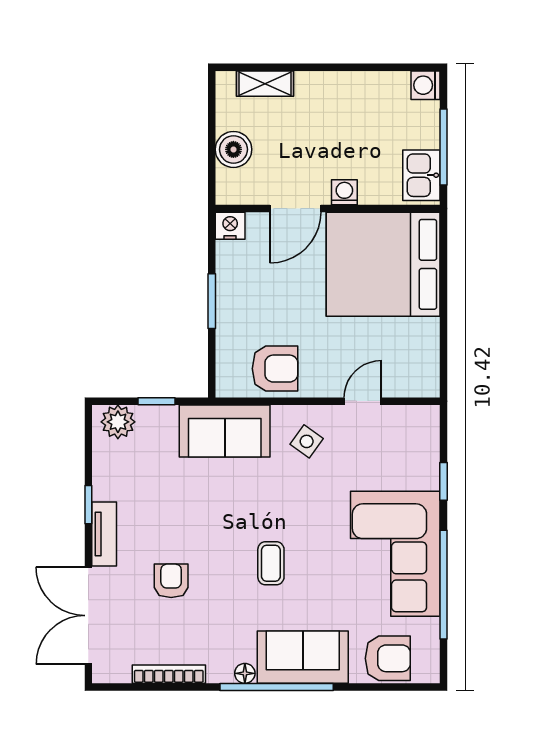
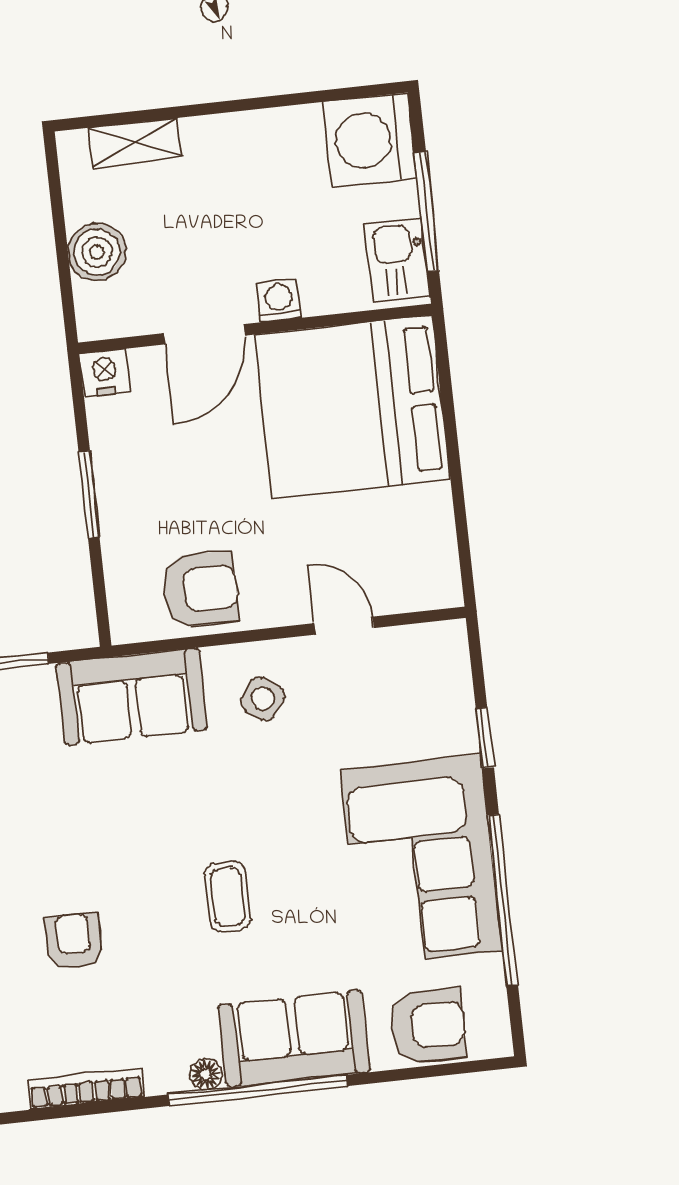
washing machine: (425, 85) -> (370, 140), width x1.89, depth x1.89
door: (363, 401) -> (344, 626), hinge flipped

